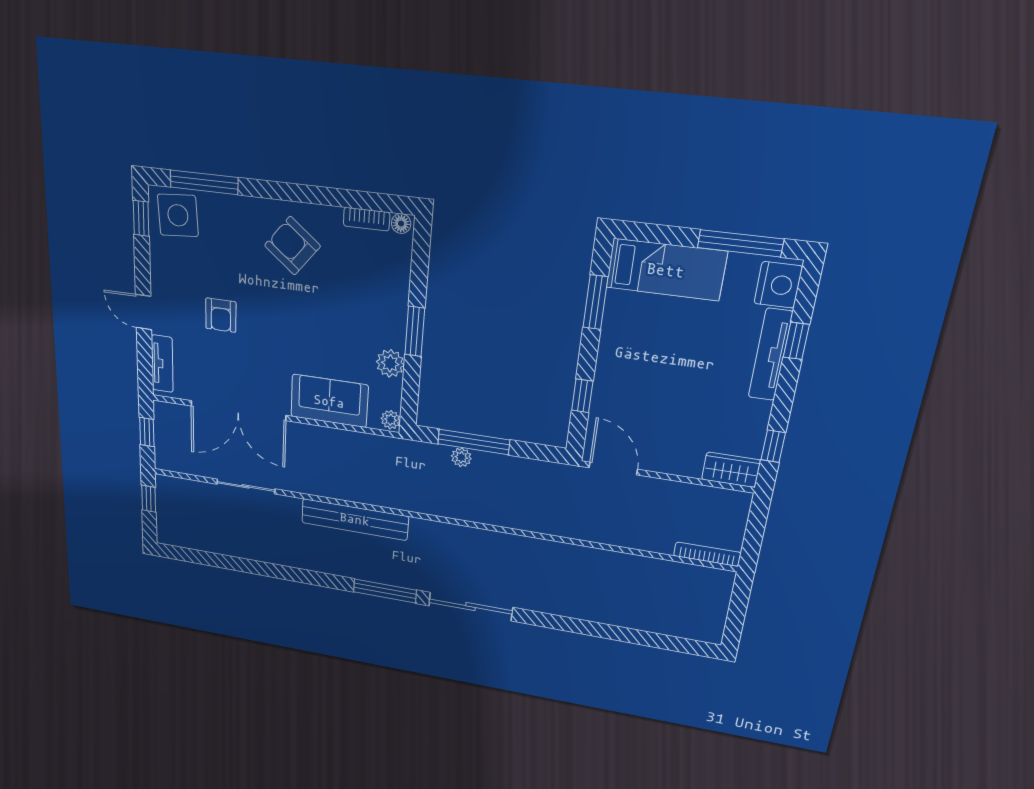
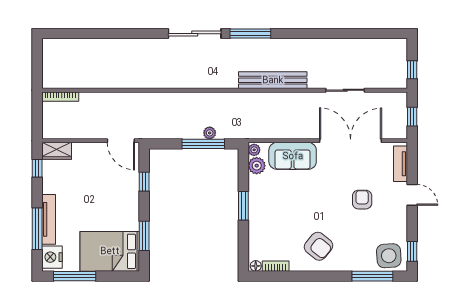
bed: (666, 270) -> (110, 251), width x1.50
window: (796, 341) -> (37, 229), width x2.17
plant: (390, 363) -> (257, 166), moved

